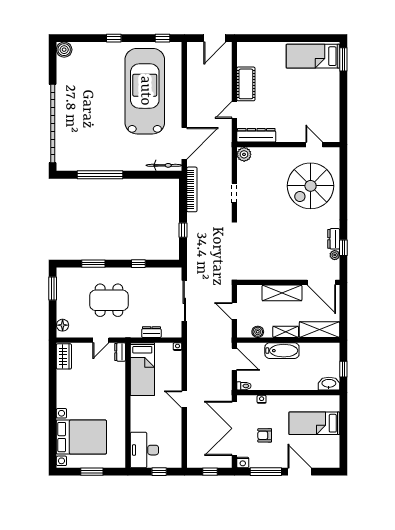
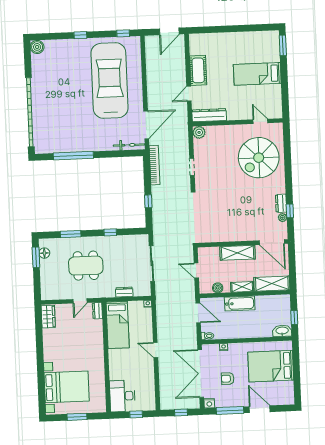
bed: (313, 56) -> (257, 74), moved
floor lamp: (63, 325) -> (44, 253), moved
bed: (314, 423) -> (271, 366), width x1.50

